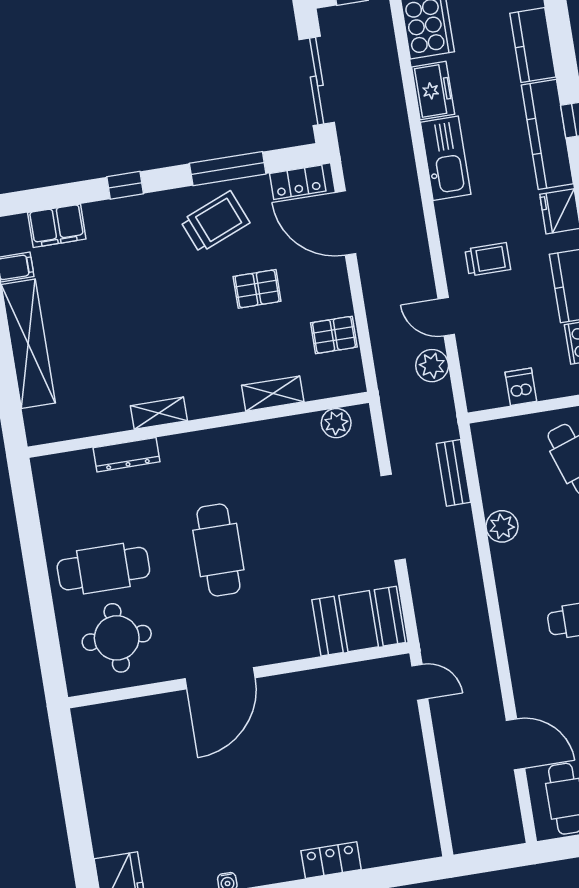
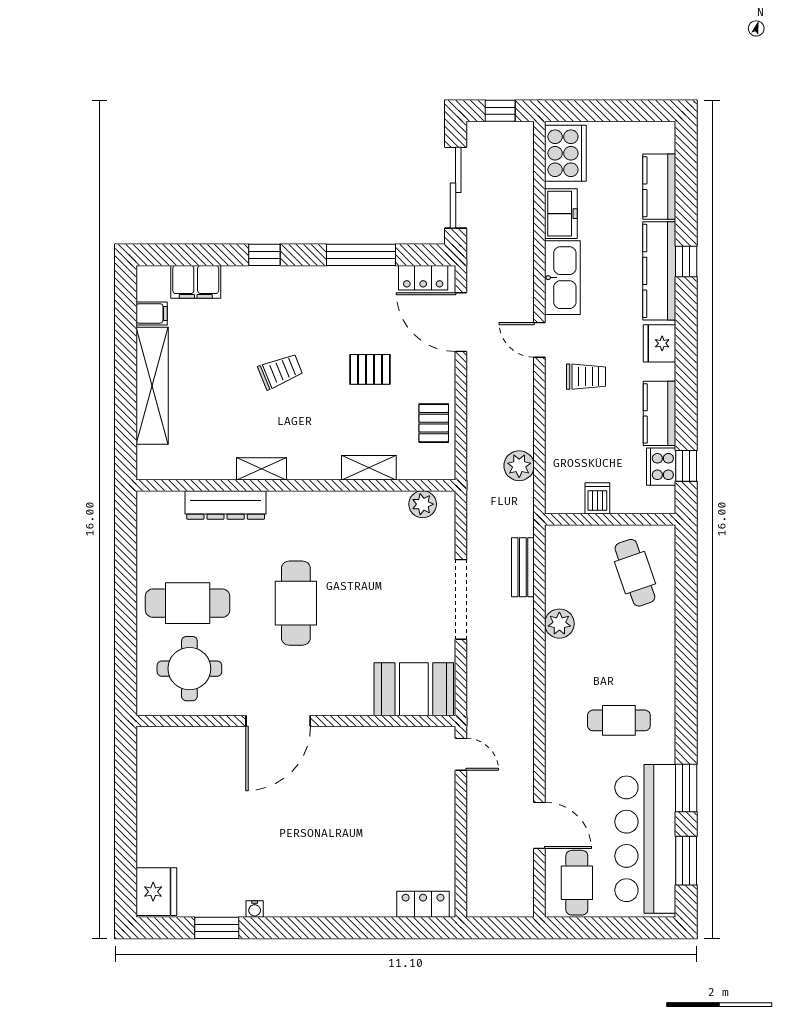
trolley: (215, 222) -> (280, 371), moved, width x0.73, depth x0.72
door: (446, 317) -> (539, 340), moved
pallet: (334, 335) -> (434, 423), turned 90
dresser: (126, 455) -> (226, 505), width x1.37, depth x1.24
locker: (331, 860) -> (423, 904), moved

